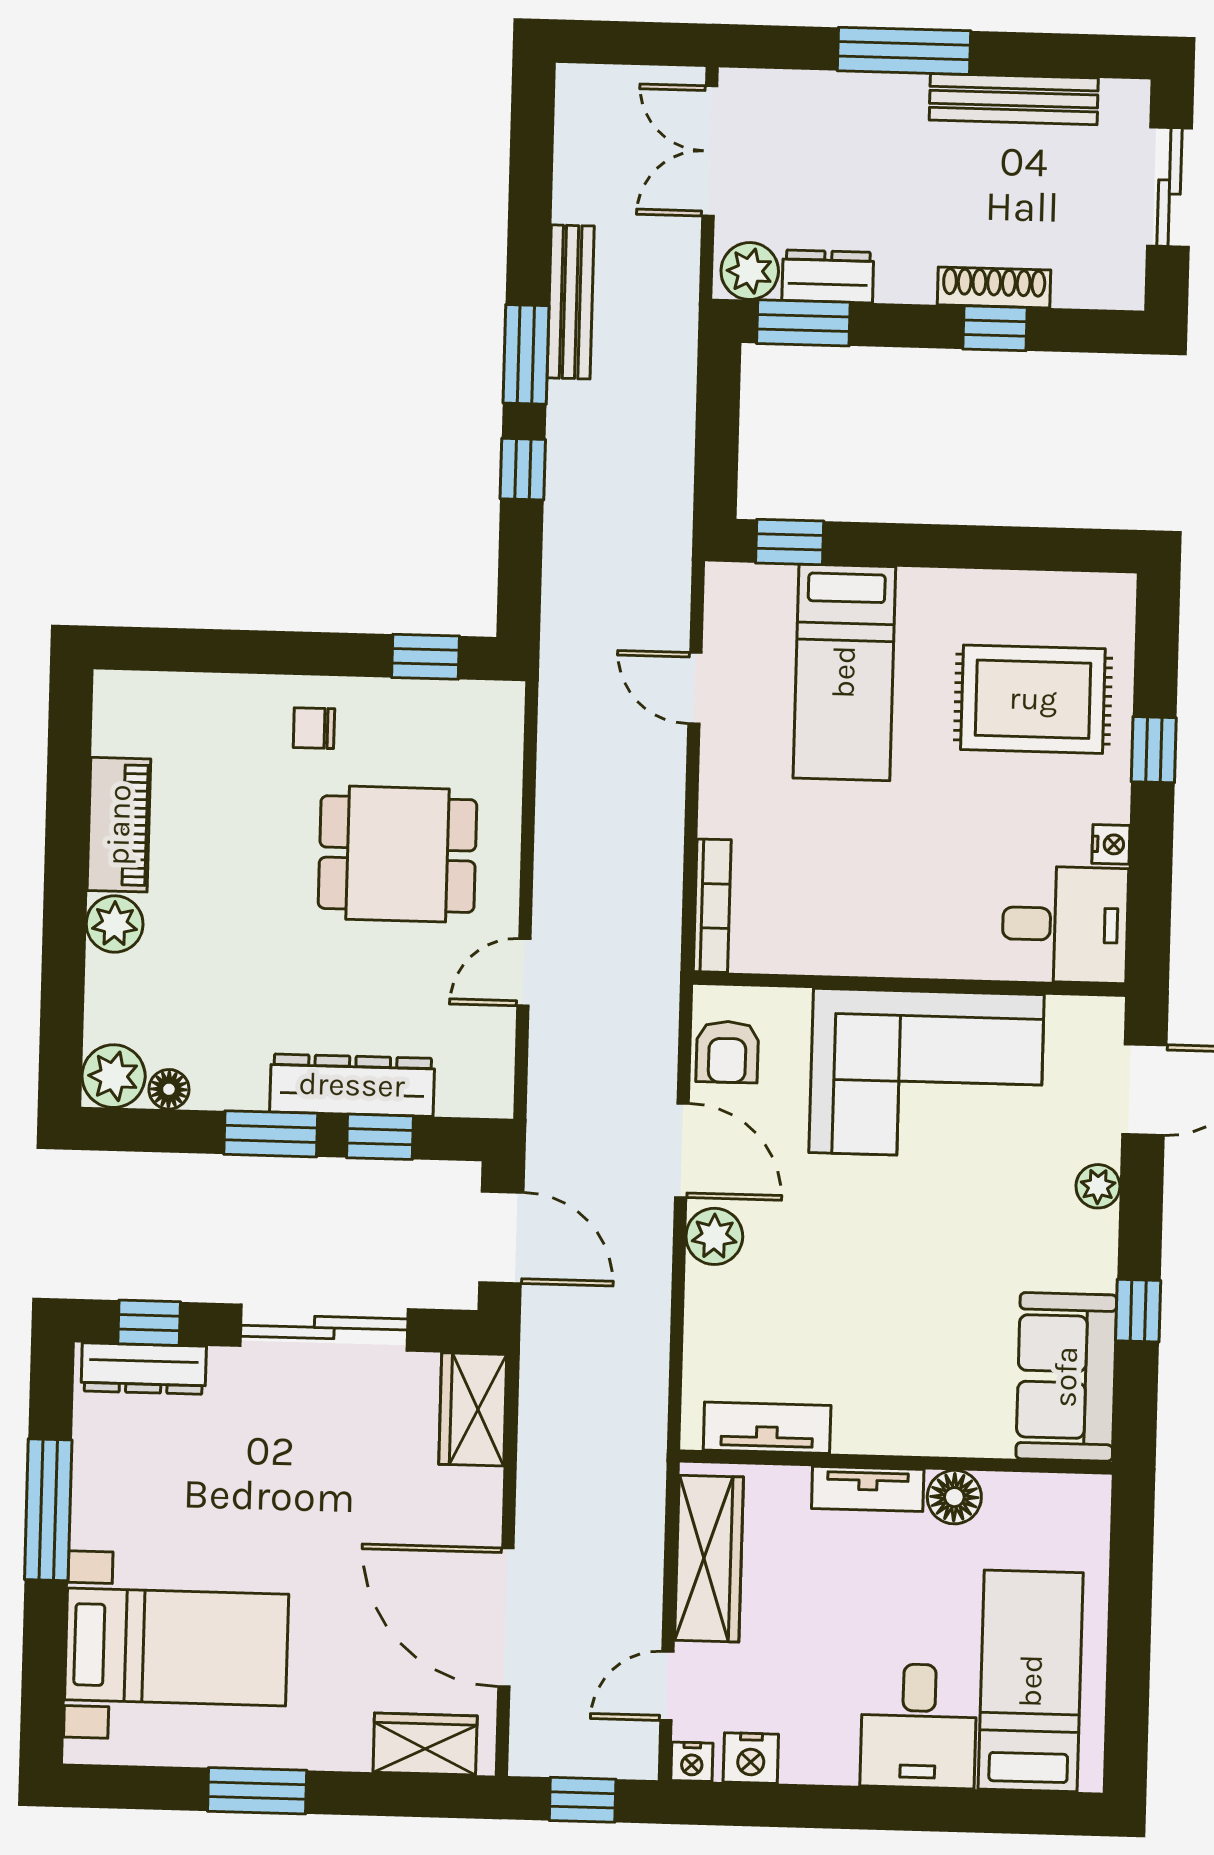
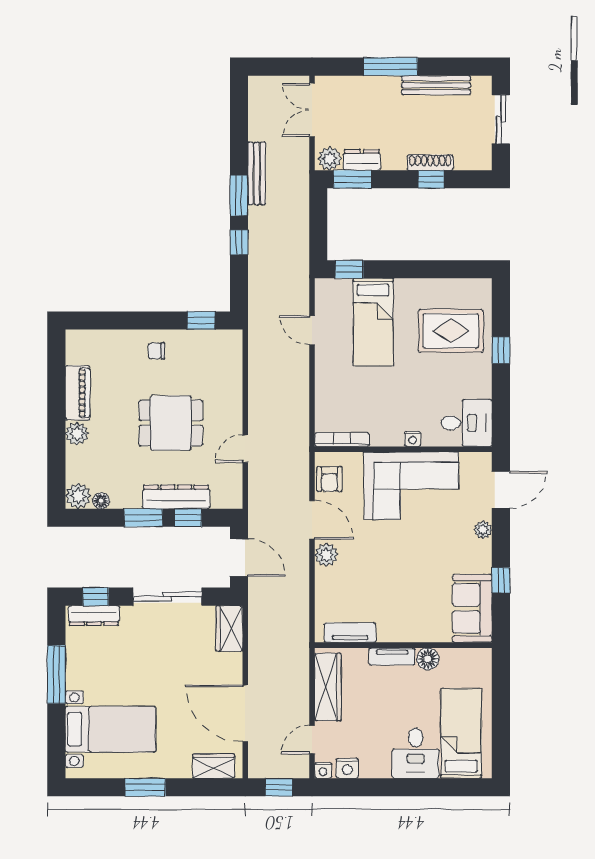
nightstand: (1111, 844) -> (413, 439), moved, turned 90
dining table: (397, 854) -> (171, 423), moved
bookcase: (712, 906) -> (342, 440), moved, turned -90

